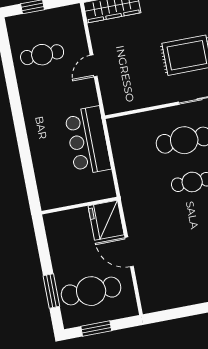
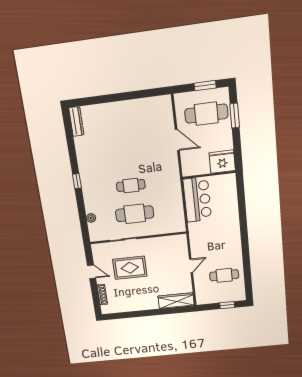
bar counter: (88, 141) -> (197, 200), moved
fridge: (106, 220) -> (222, 162), moved, turned -90

